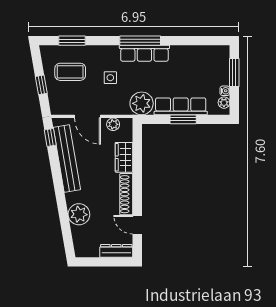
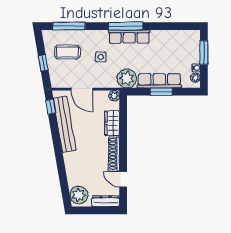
window: (72, 41) -> (69, 26), width x1.44
plant: (113, 124) -> (114, 96), moved
plant: (79, 214) -> (79, 195), moved

